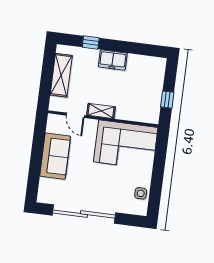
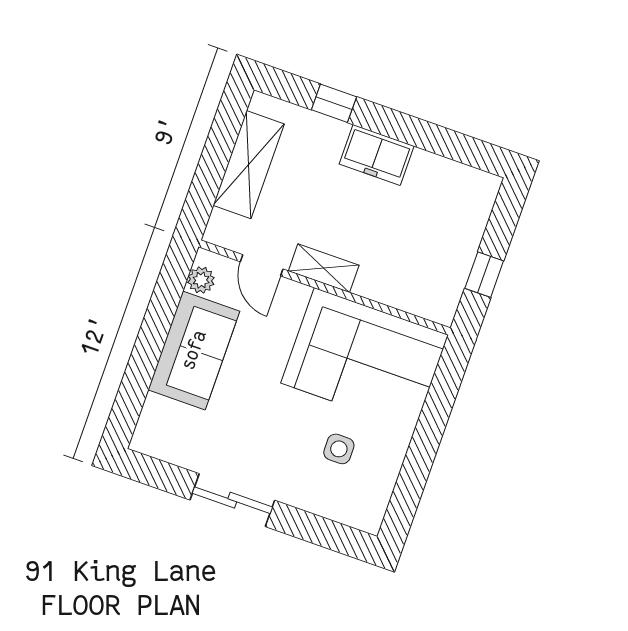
plant: (52, 127) -> (201, 280), added
side table: (141, 193) -> (339, 449), moved
sliding door: (84, 214) -> (232, 500), width x0.54

